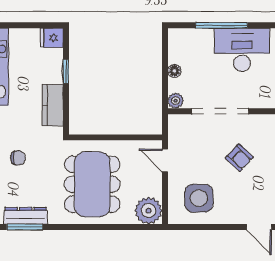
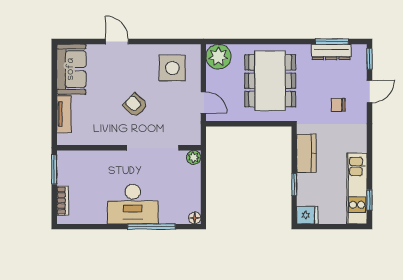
floor lamp: (174, 71) -> (195, 218), moved

